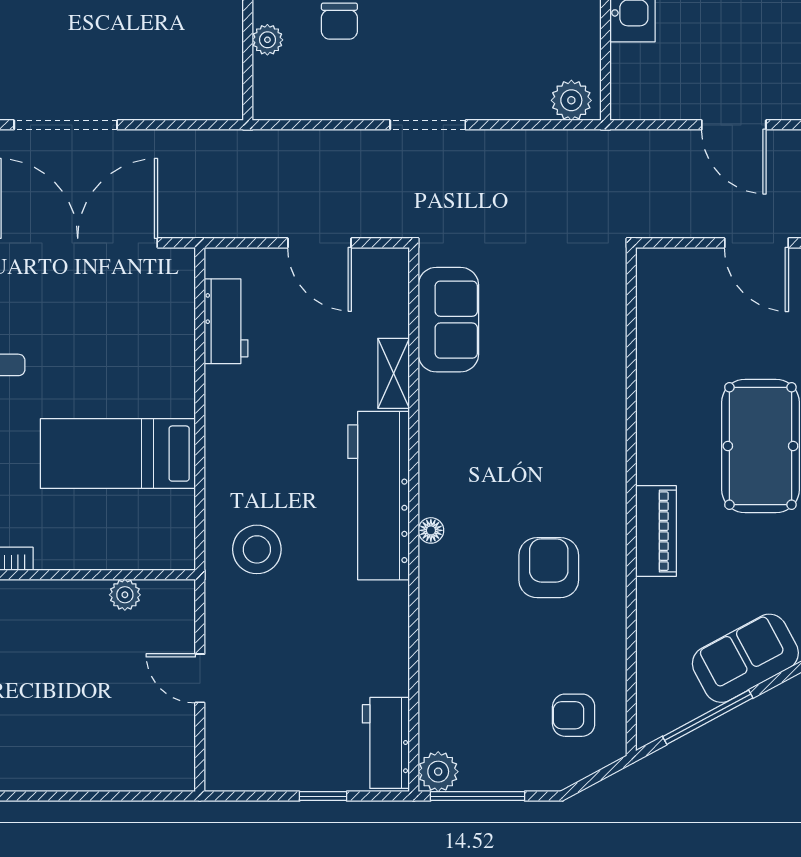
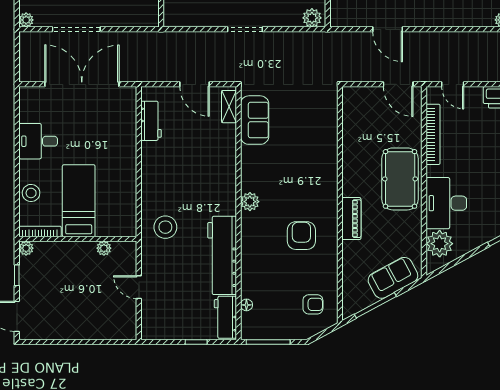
shelving: (394, 373) -> (229, 107), moved
bed: (118, 454) -> (79, 201), moved, turned 90
workbench: (379, 496) -> (222, 255), moved
floor lamp: (431, 530) -> (246, 305), moved
armchair: (574, 715) -> (313, 304), turned 180
plant: (438, 772) -> (250, 202), moved

